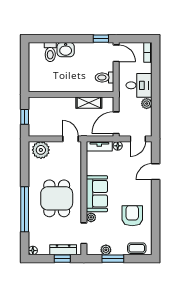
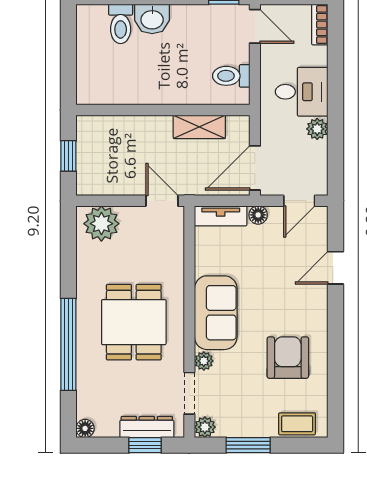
plant: (106, 250) -> (205, 427), moved

